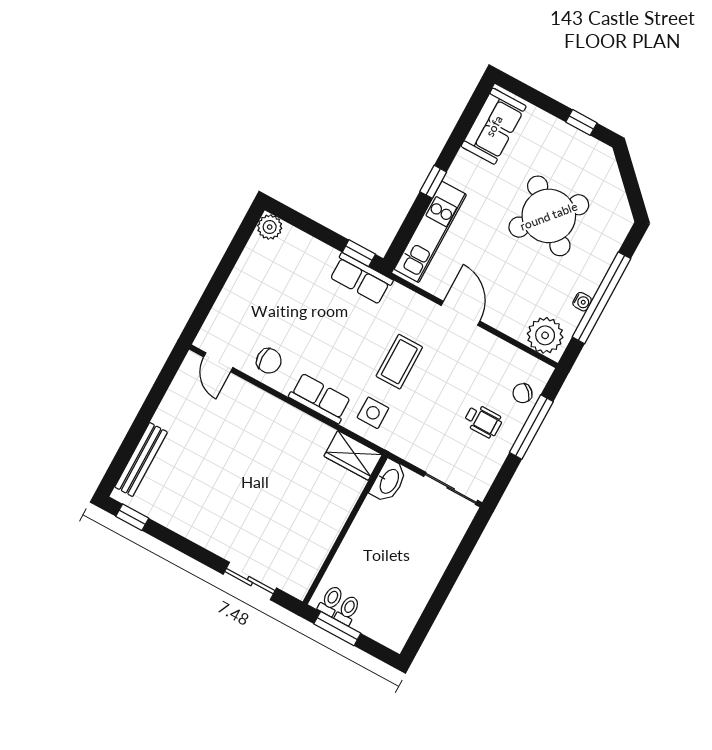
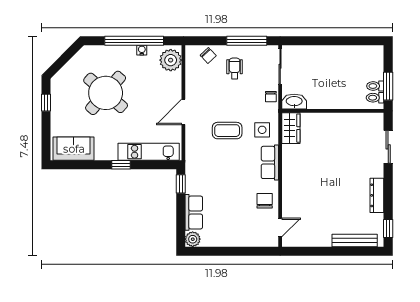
row of seats: (361, 279) -> (194, 212), moved
window: (531, 427) -> (247, 41), moved
chair: (414, 451) -> (271, 97), added
dresser: (189, 527) -> (377, 195), added

